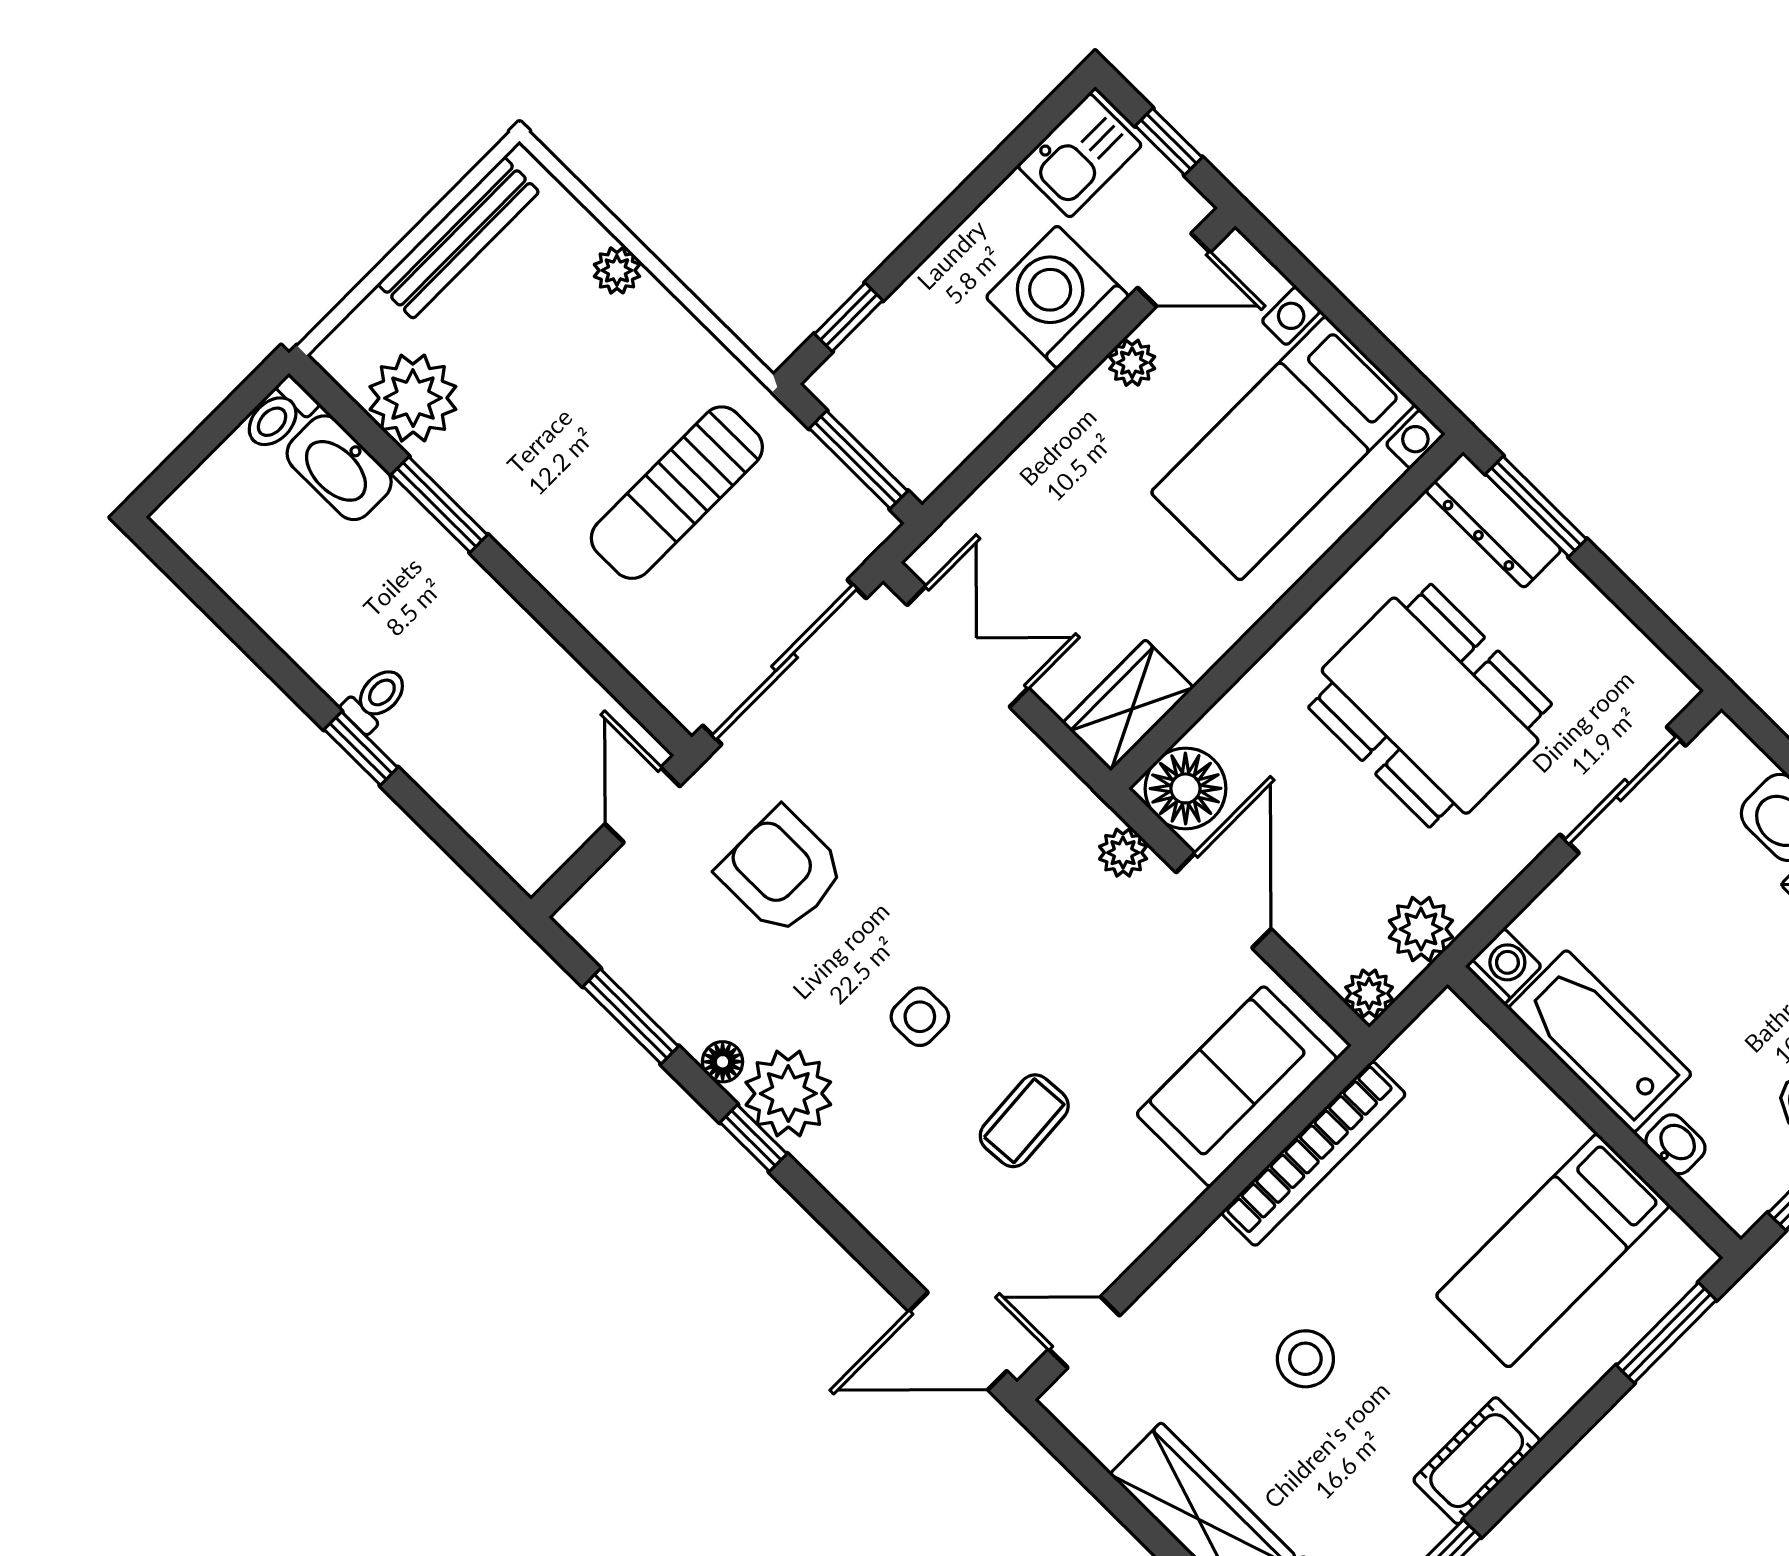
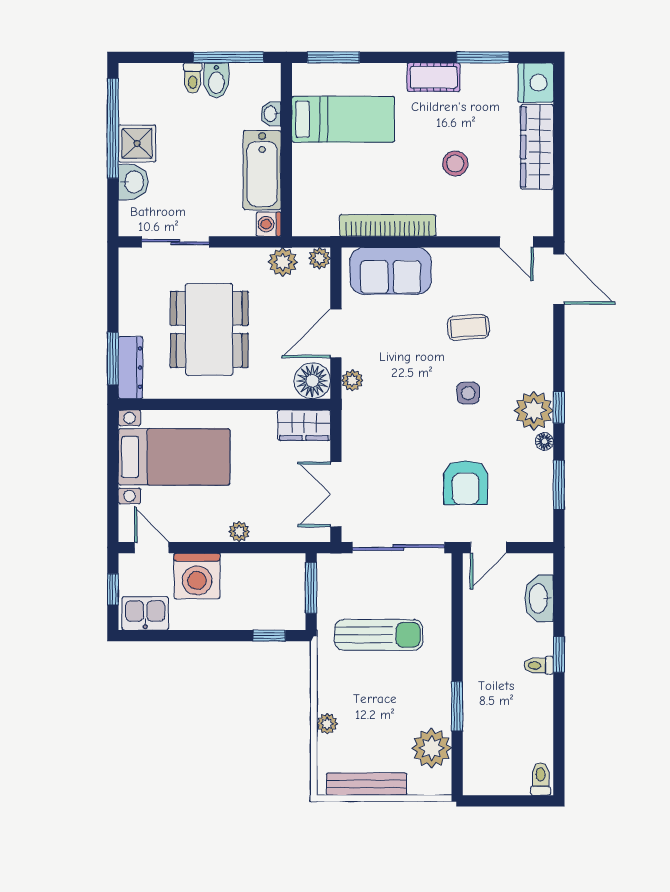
plant: (1132, 363) -> (239, 532), moved
toilet: (279, 414) -> (541, 779), moved, turned -90
washbasin: (339, 468) -> (539, 598), moved, turned 180

